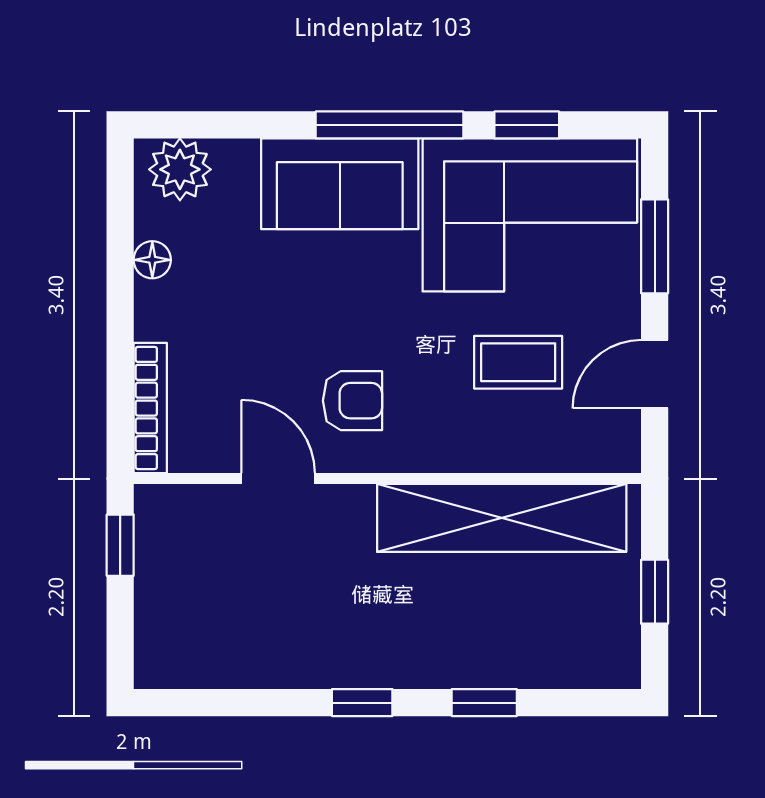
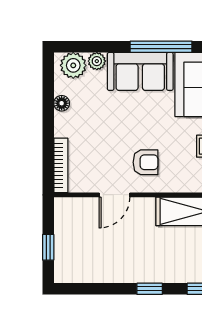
plant: (236, 159) -> (97, 61), added
door: (278, 479) -> (114, 195), swing flipped
window: (120, 545) -> (48, 247), moved

